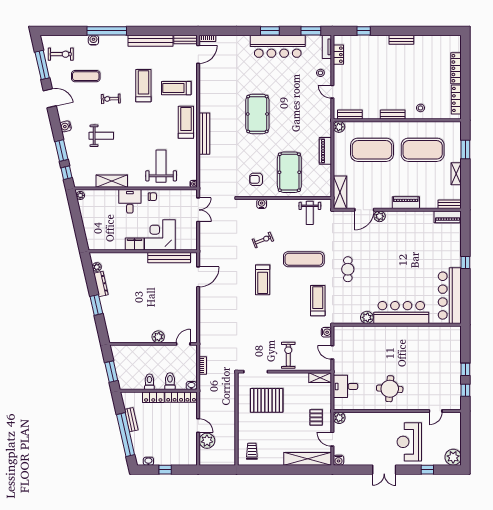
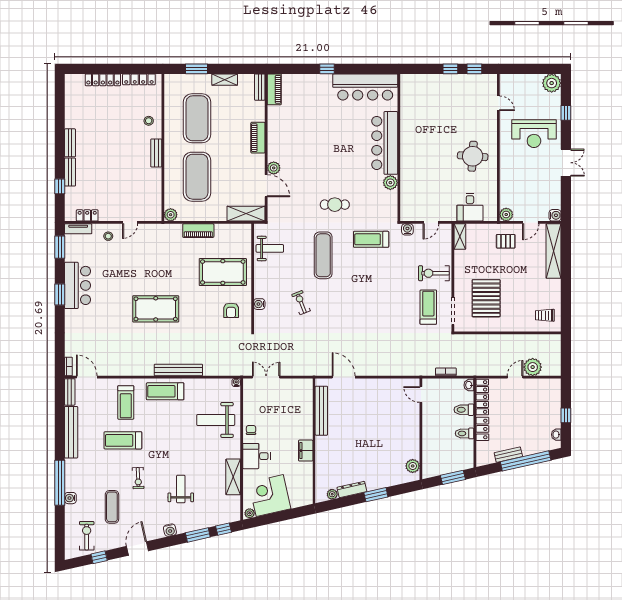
bar counter: (278, 46) -> (78, 285), width x0.73
window: (42, 65) -> (99, 557), width x0.46
bench: (350, 115) -> (70, 172), moved
corner desk: (160, 235) -> (270, 496), moved, turned 77
treadmill: (263, 280) -> (428, 307), moved, turned -90
plant: (158, 337) -> (413, 466), moved

